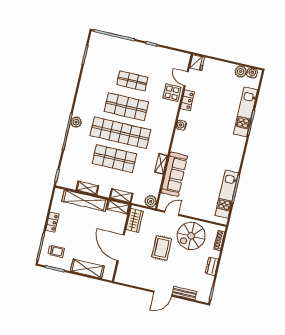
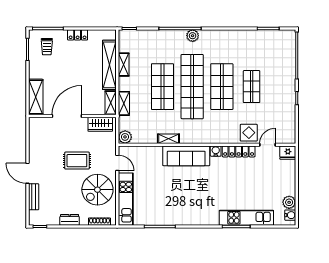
locker: (187, 100) -> (239, 151), width x1.53
sofa: (174, 174) -> (186, 156), moved
kitchen unit: (227, 194) -> (126, 199), moved, turned 90
spiral stairs: (191, 236) -> (97, 190), turned -90
shelving: (87, 269) -> (36, 97), moved

